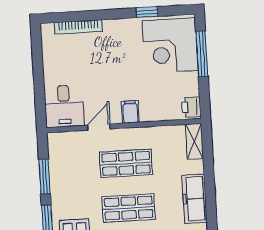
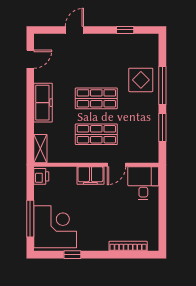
filing cabinet: (130, 112) -> (90, 175), width x2.00

